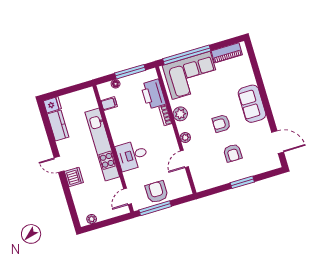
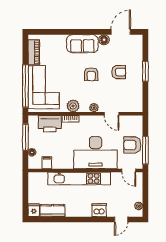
floor lamp: (263, 126) -> (104, 40), added
desk: (132, 155) -> (96, 153), width x1.87, depth x1.30
door: (59, 164) -> (121, 219), moved

